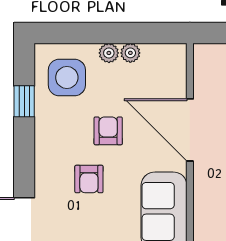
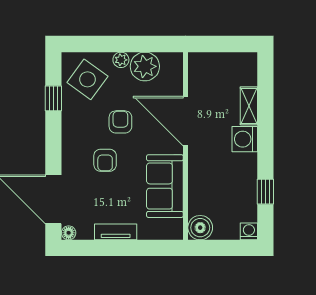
plant: (130, 53) -> (145, 66), width x1.88, depth x1.88
side table: (67, 78) -> (87, 79), turned 36

